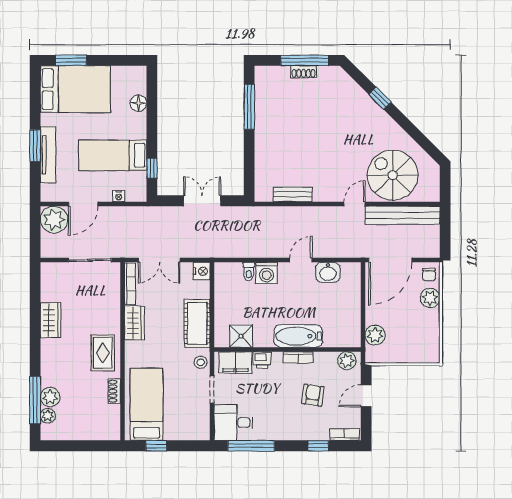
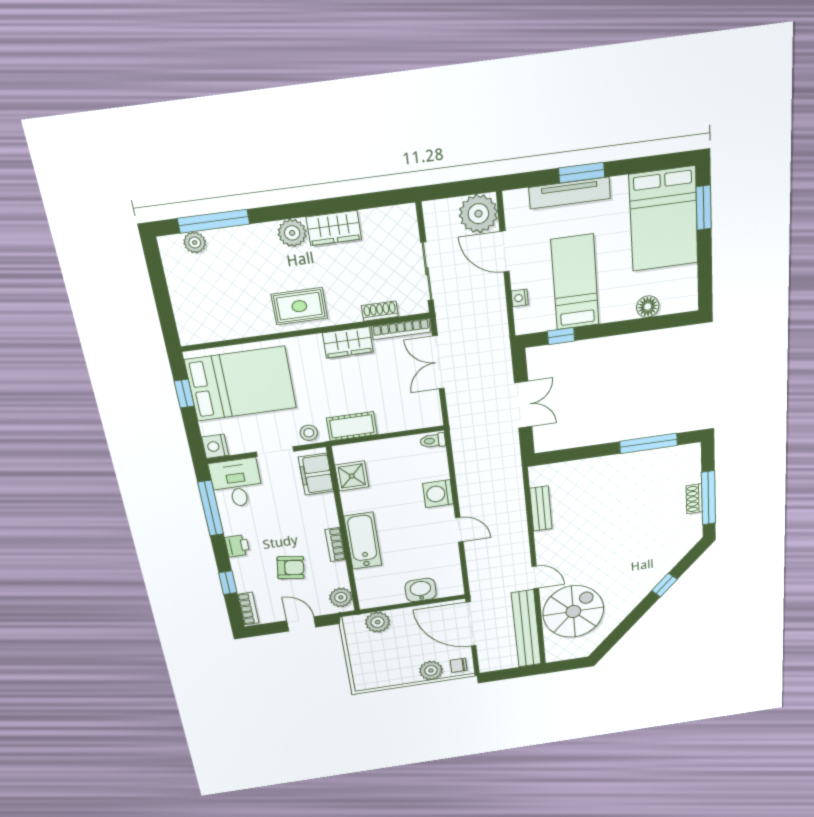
nightstand: (202, 271) -> (215, 446), moved, turned 90
toilet: (249, 272) -> (433, 441), moved
washbasin: (328, 272) -> (421, 590), moved, turned 90
cot: (197, 323) -> (352, 426), width x0.73, depth x0.75
printer: (262, 360) -> (237, 546), moved, turned 180
shoe rack: (114, 391) -> (380, 311), moved
plant: (50, 397) -> (292, 233), moved
bed: (147, 404) -> (241, 384), width x1.50

